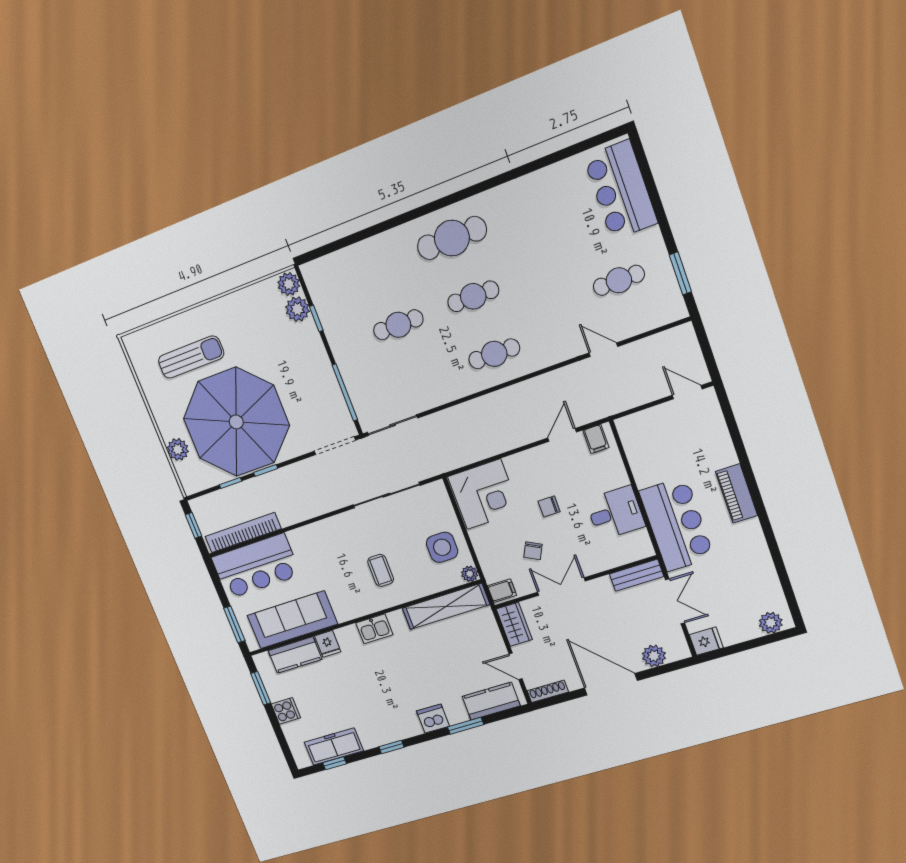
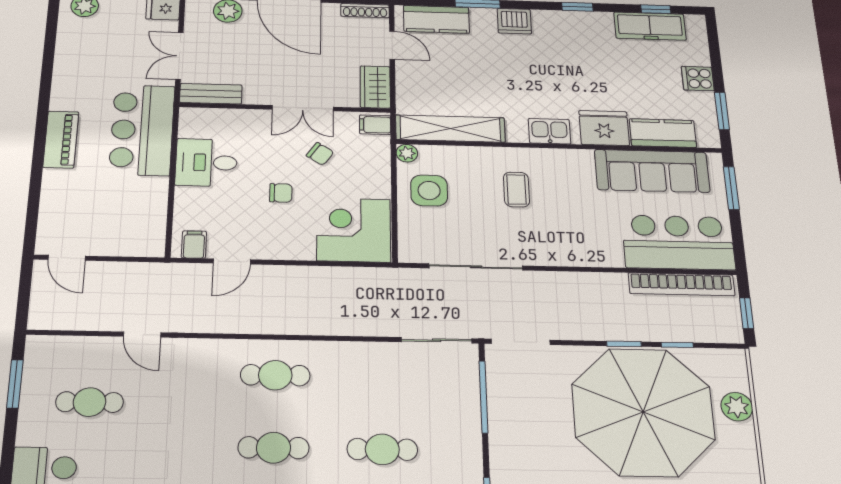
chair: (533, 551) -> (320, 154), turned 97
fridge: (328, 644) -> (604, 128), width x1.88, depth x1.34

